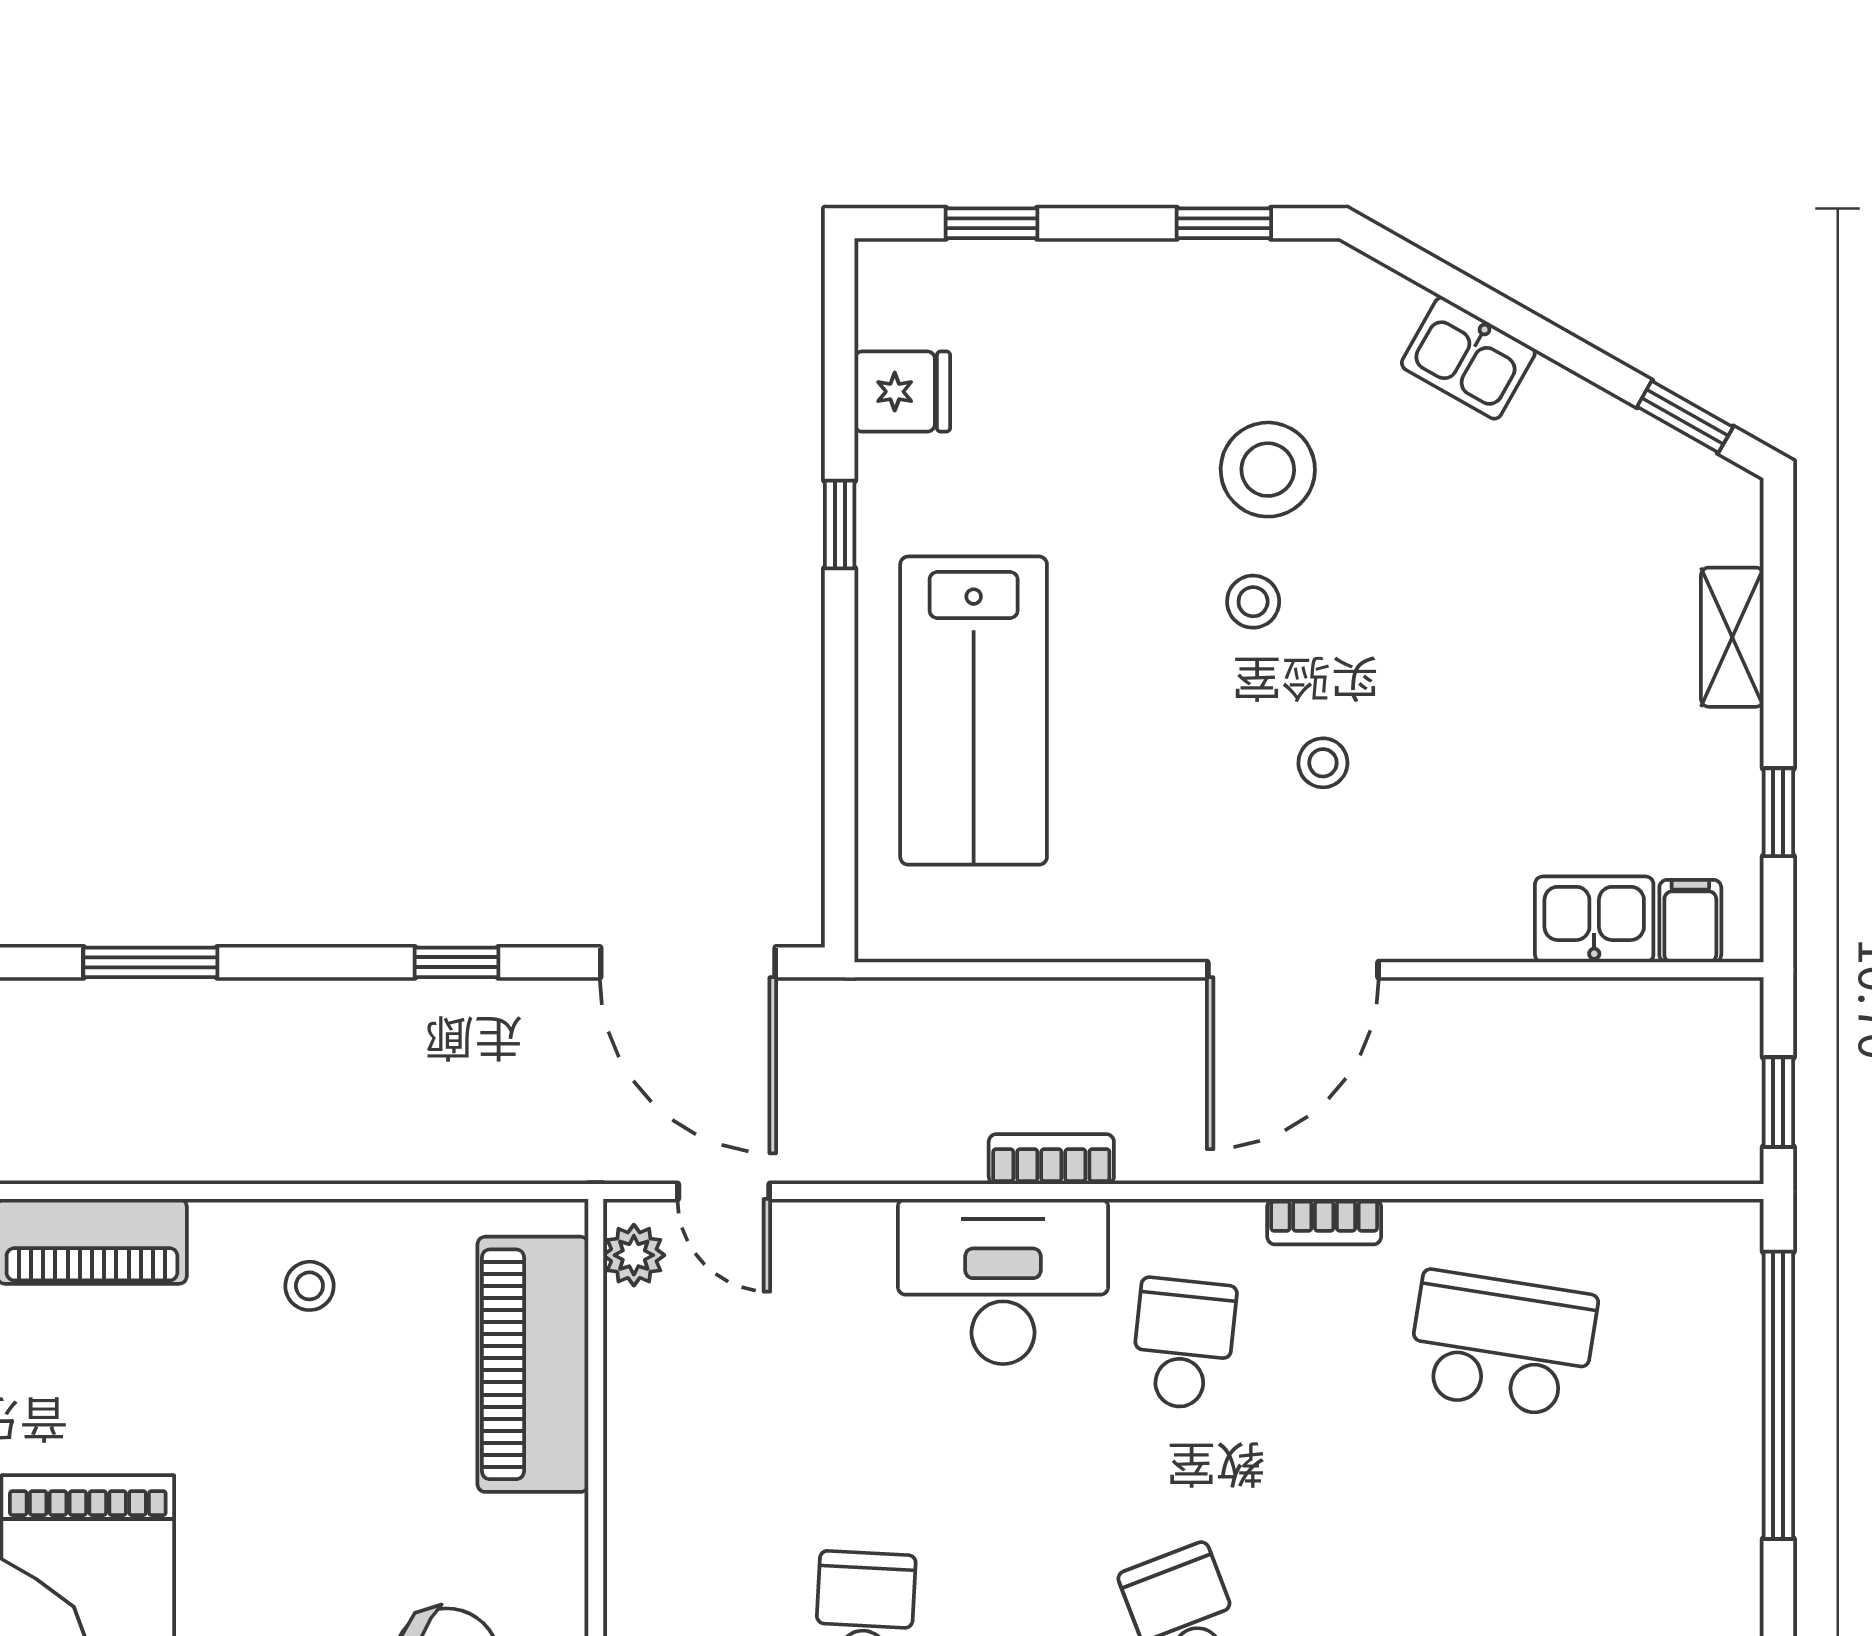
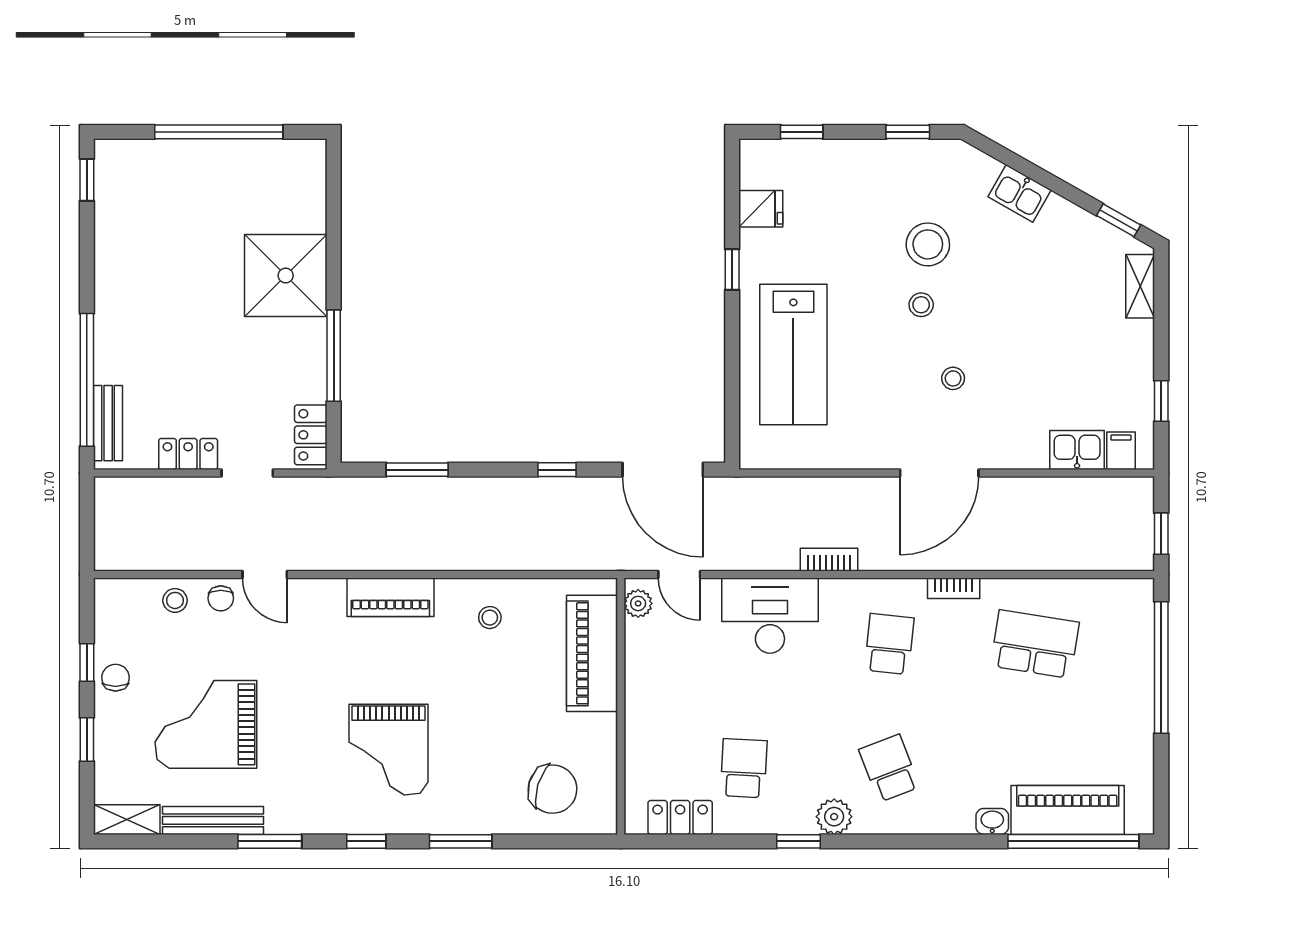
shelving: (1732, 637) -> (1140, 286), moved
desk: (1003, 1282) -> (770, 616), moved

